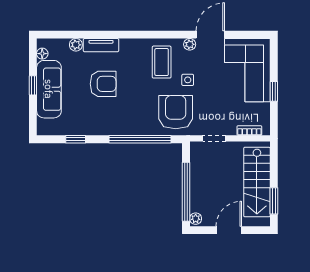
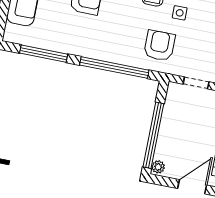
armchair: (176, 112) -> (159, 46), width x0.73, depth x0.73
window: (76, 139) -> (44, 54), width x2.17

